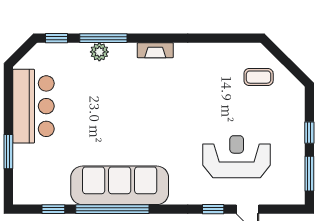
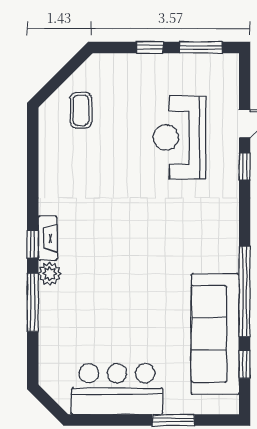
window: (56, 38) -> (33, 244), moved
plant: (99, 52) -> (50, 274), moved
sofa: (120, 185) -> (215, 334), moved

